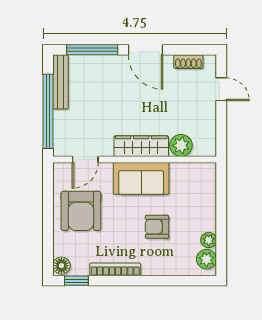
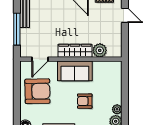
window: (48, 111) -> (17, 29), width x0.68
armchair: (81, 211) -> (37, 91), turned -91

